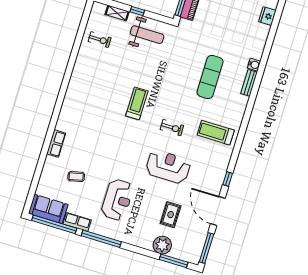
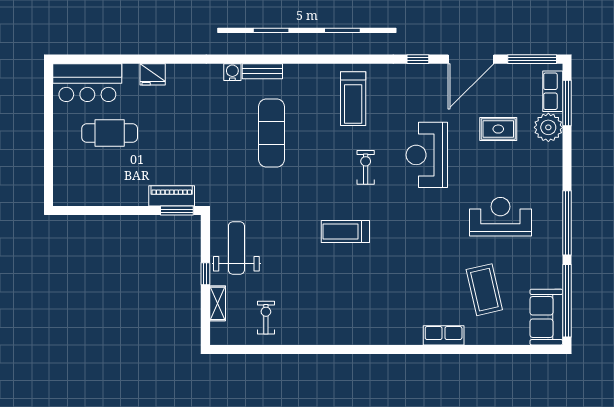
exercise mat: (210, 77) -> (272, 133), turned 90
coffee table: (76, 177) -> (484, 290), width x1.86, depth x1.72
row of seats: (77, 222) -> (553, 91), moved

